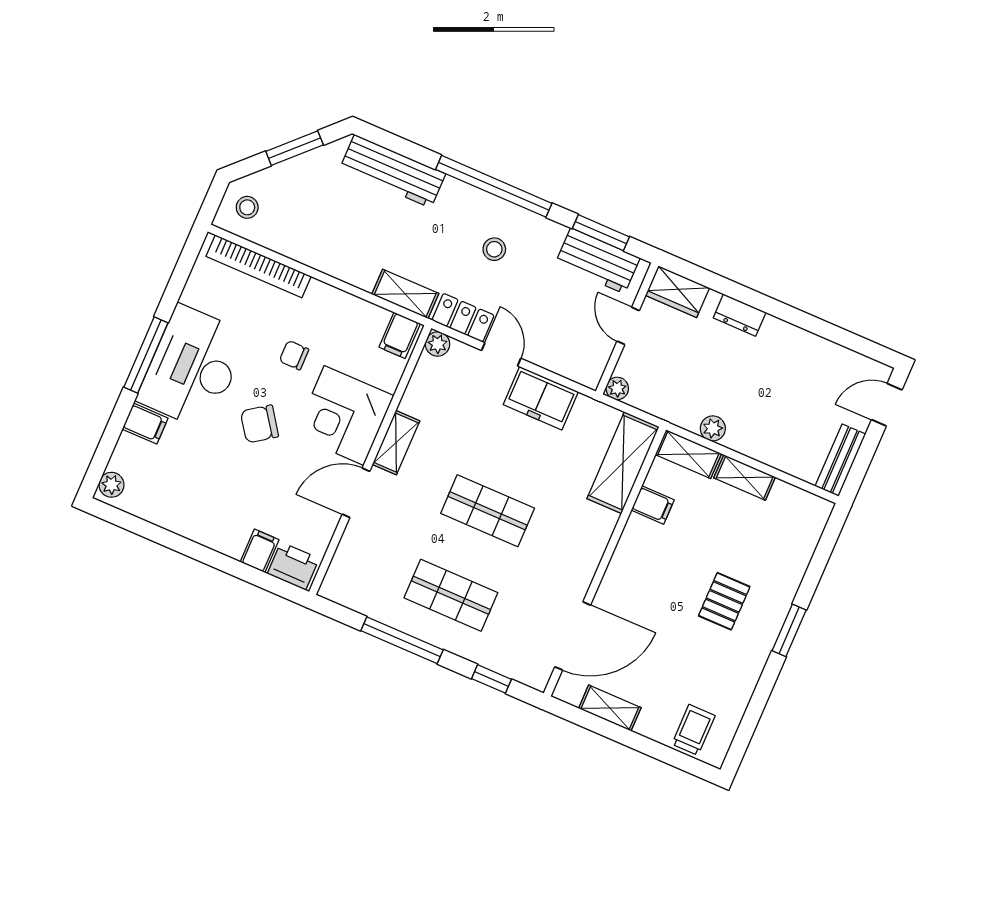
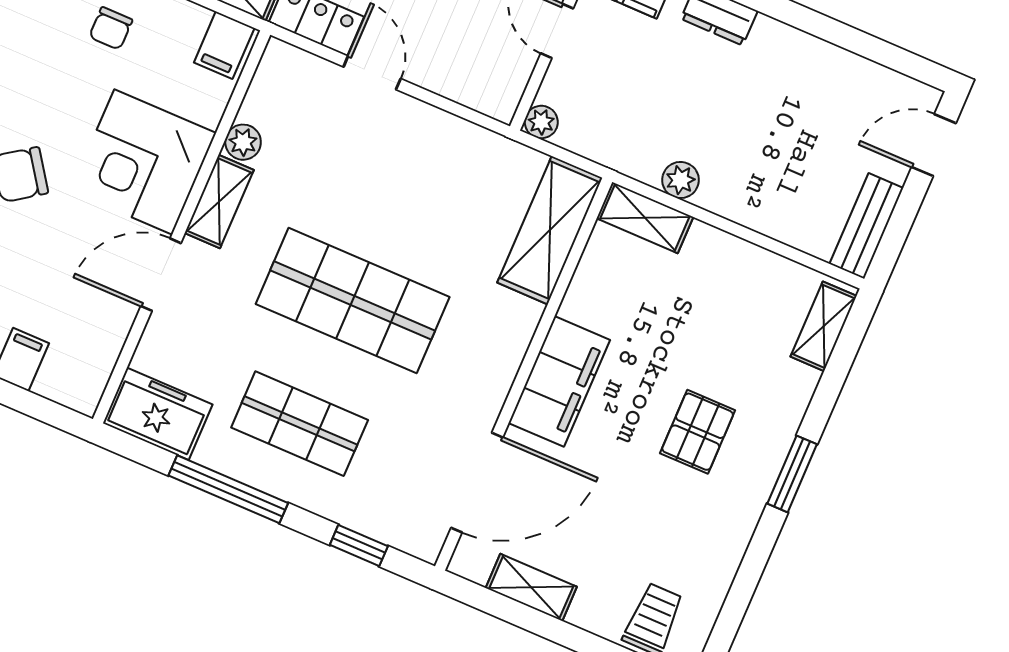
plant: (438, 344) -> (243, 142), moved
chair: (294, 355) -> (111, 28), moved, turned -90
freezer: (541, 398) -> (158, 414), moved, turned 180
shelving: (745, 477) -> (824, 326), moved, turned 90
filing cabinet: (653, 505) -> (559, 381), moved, width x3.00, depth x1.17
shop shelf: (488, 511) -> (353, 300), width x1.43, depth x1.36
printer: (293, 566) -> (70, 382), removed

